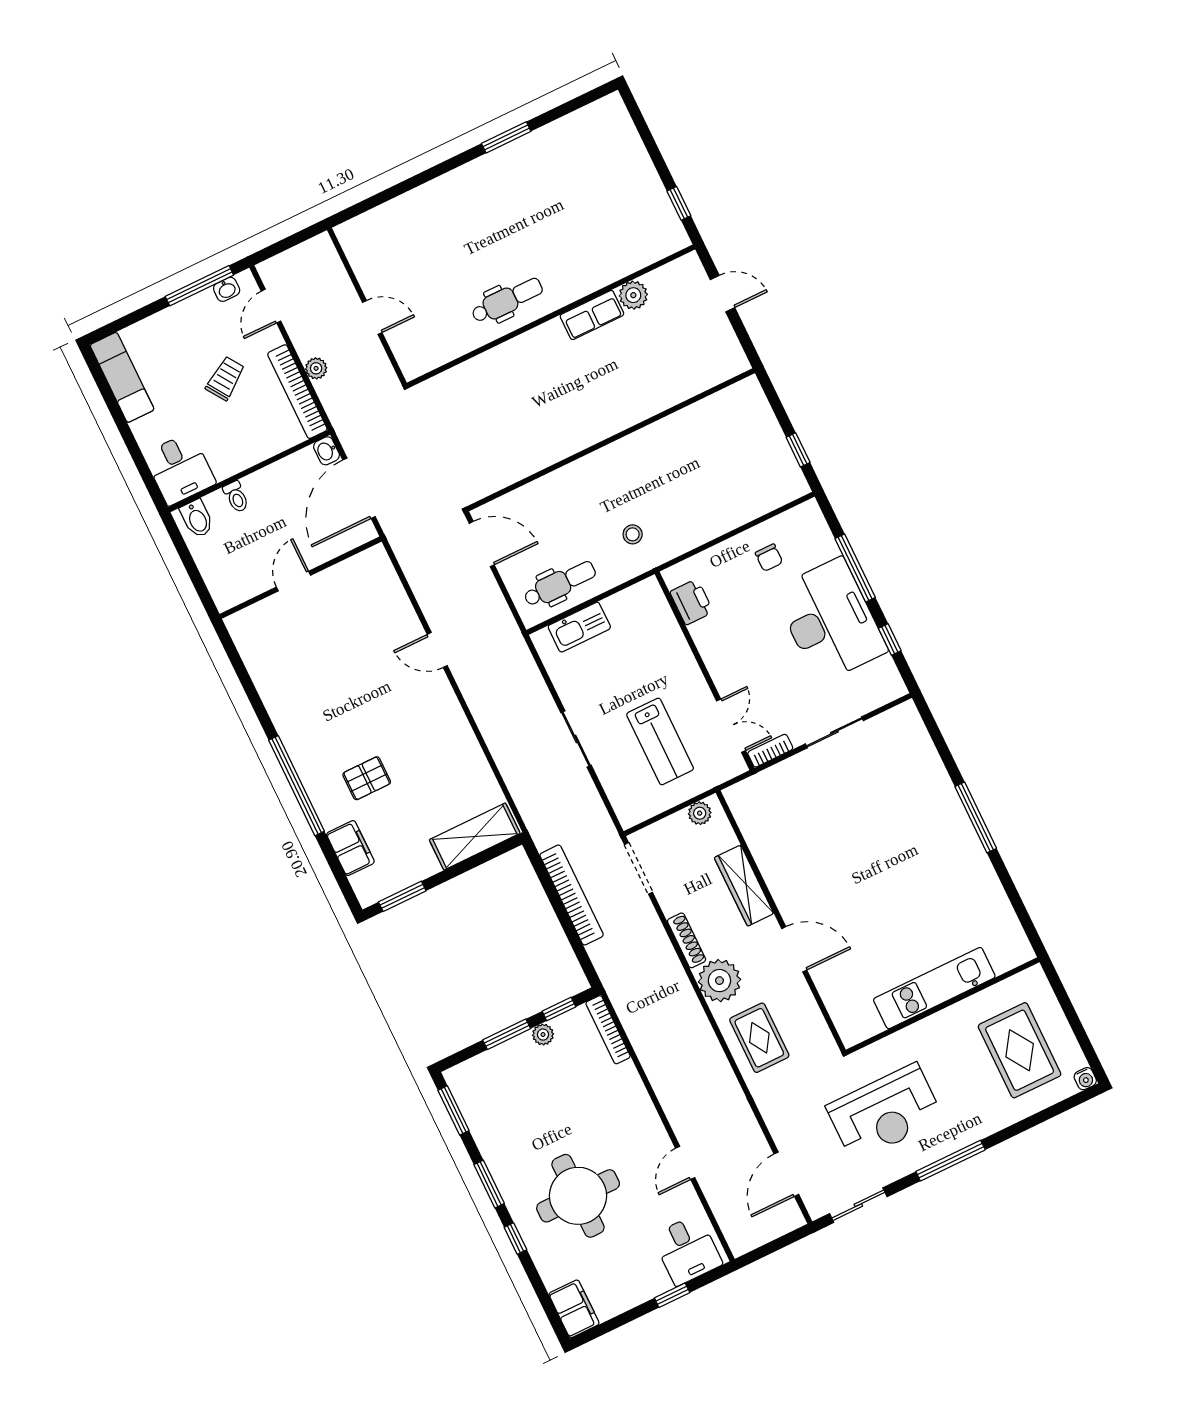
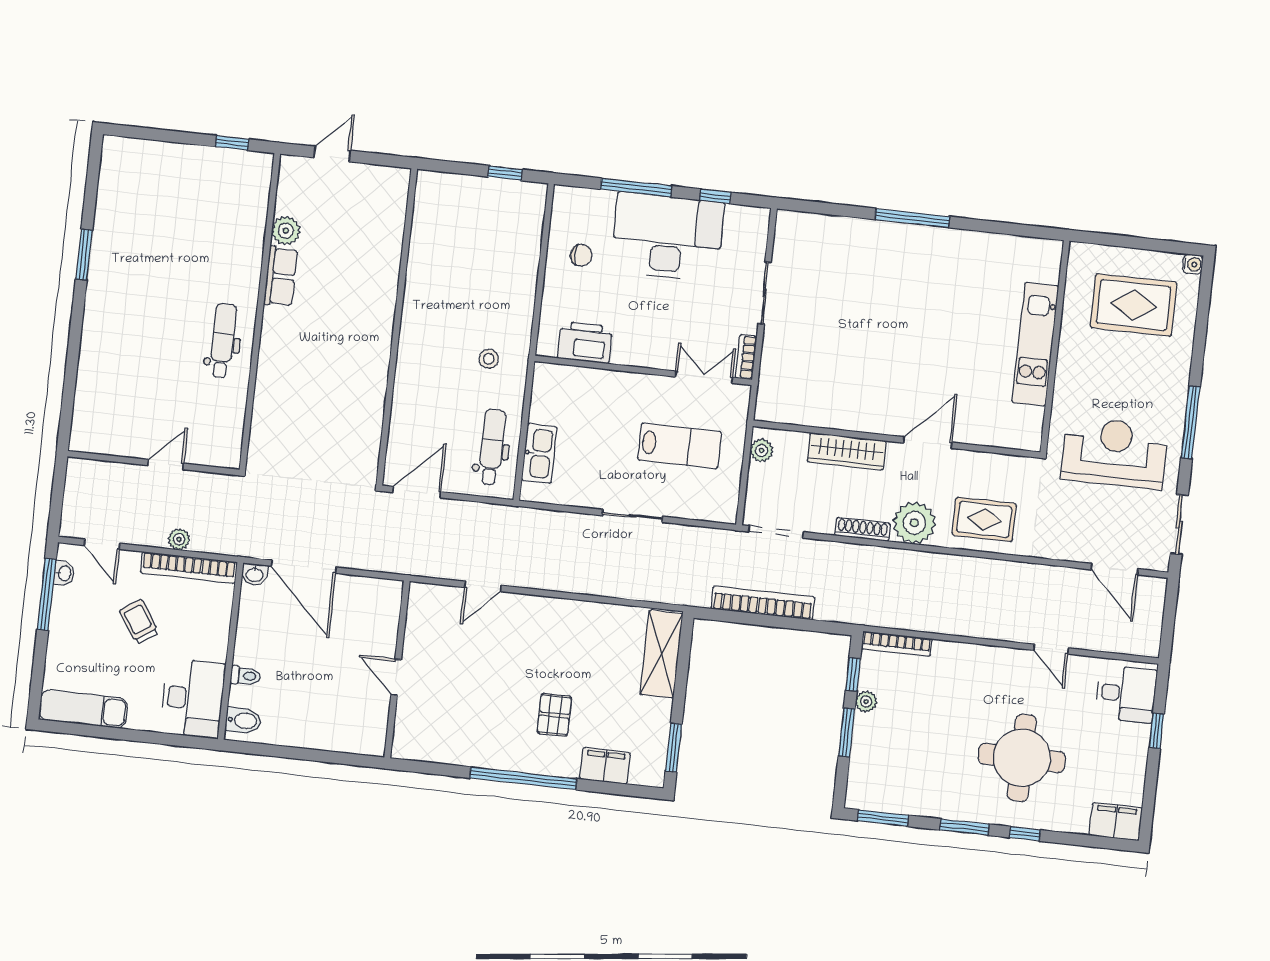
desk: (180, 469) -> (193, 698), width x1.37
wall: (301, 578) -> (397, 669), moved
door: (293, 581) -> (396, 677), moved
printer: (692, 602) -> (585, 342), width x1.37, depth x1.19
reception desk: (885, 1113) -> (1115, 453), turned -90

